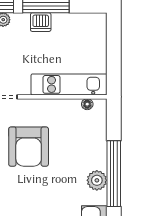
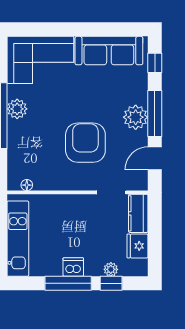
kitchen unit: (69, 84) -> (18, 239), moved, turned -90

